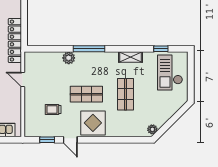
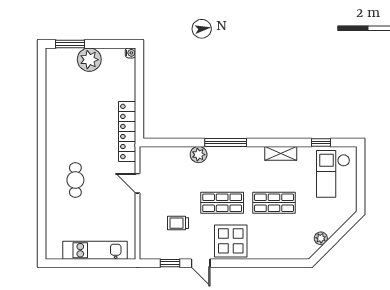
shop shelf: (126, 94) -> (274, 203), turned 90
plant: (152, 129) -> (321, 238), moved

